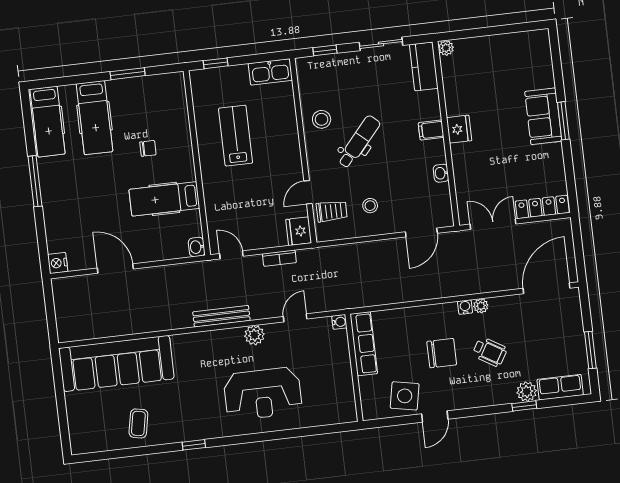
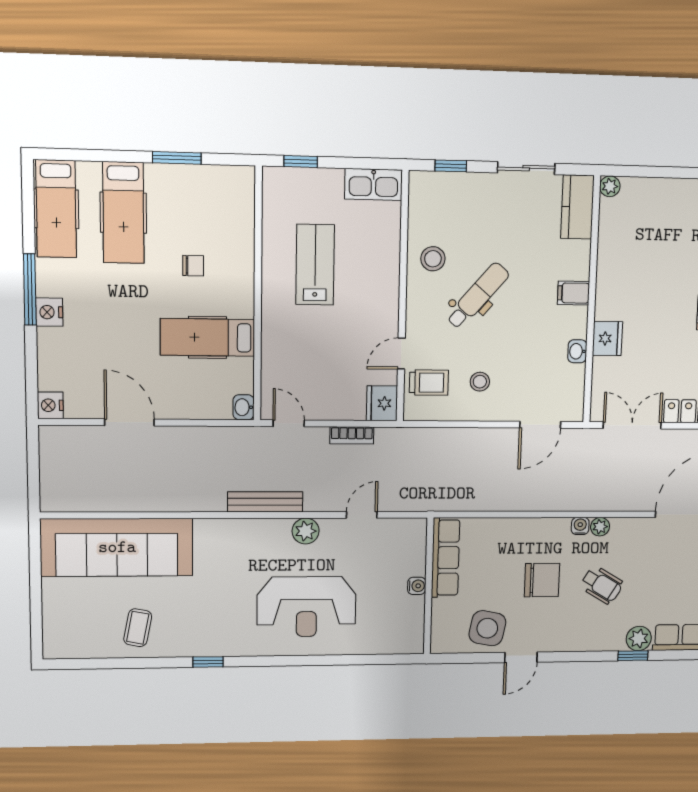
fridge: (459, 129) -> (607, 338), moved
nightstand: (50, 195) -> (49, 312), added
water cooler: (339, 322) -> (417, 586), moved

